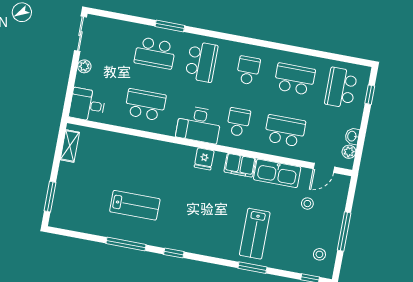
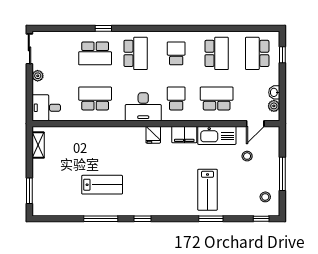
window: (170, 26) -> (103, 28), width x0.67
school desk: (295, 79) -> (217, 53), turned 90

